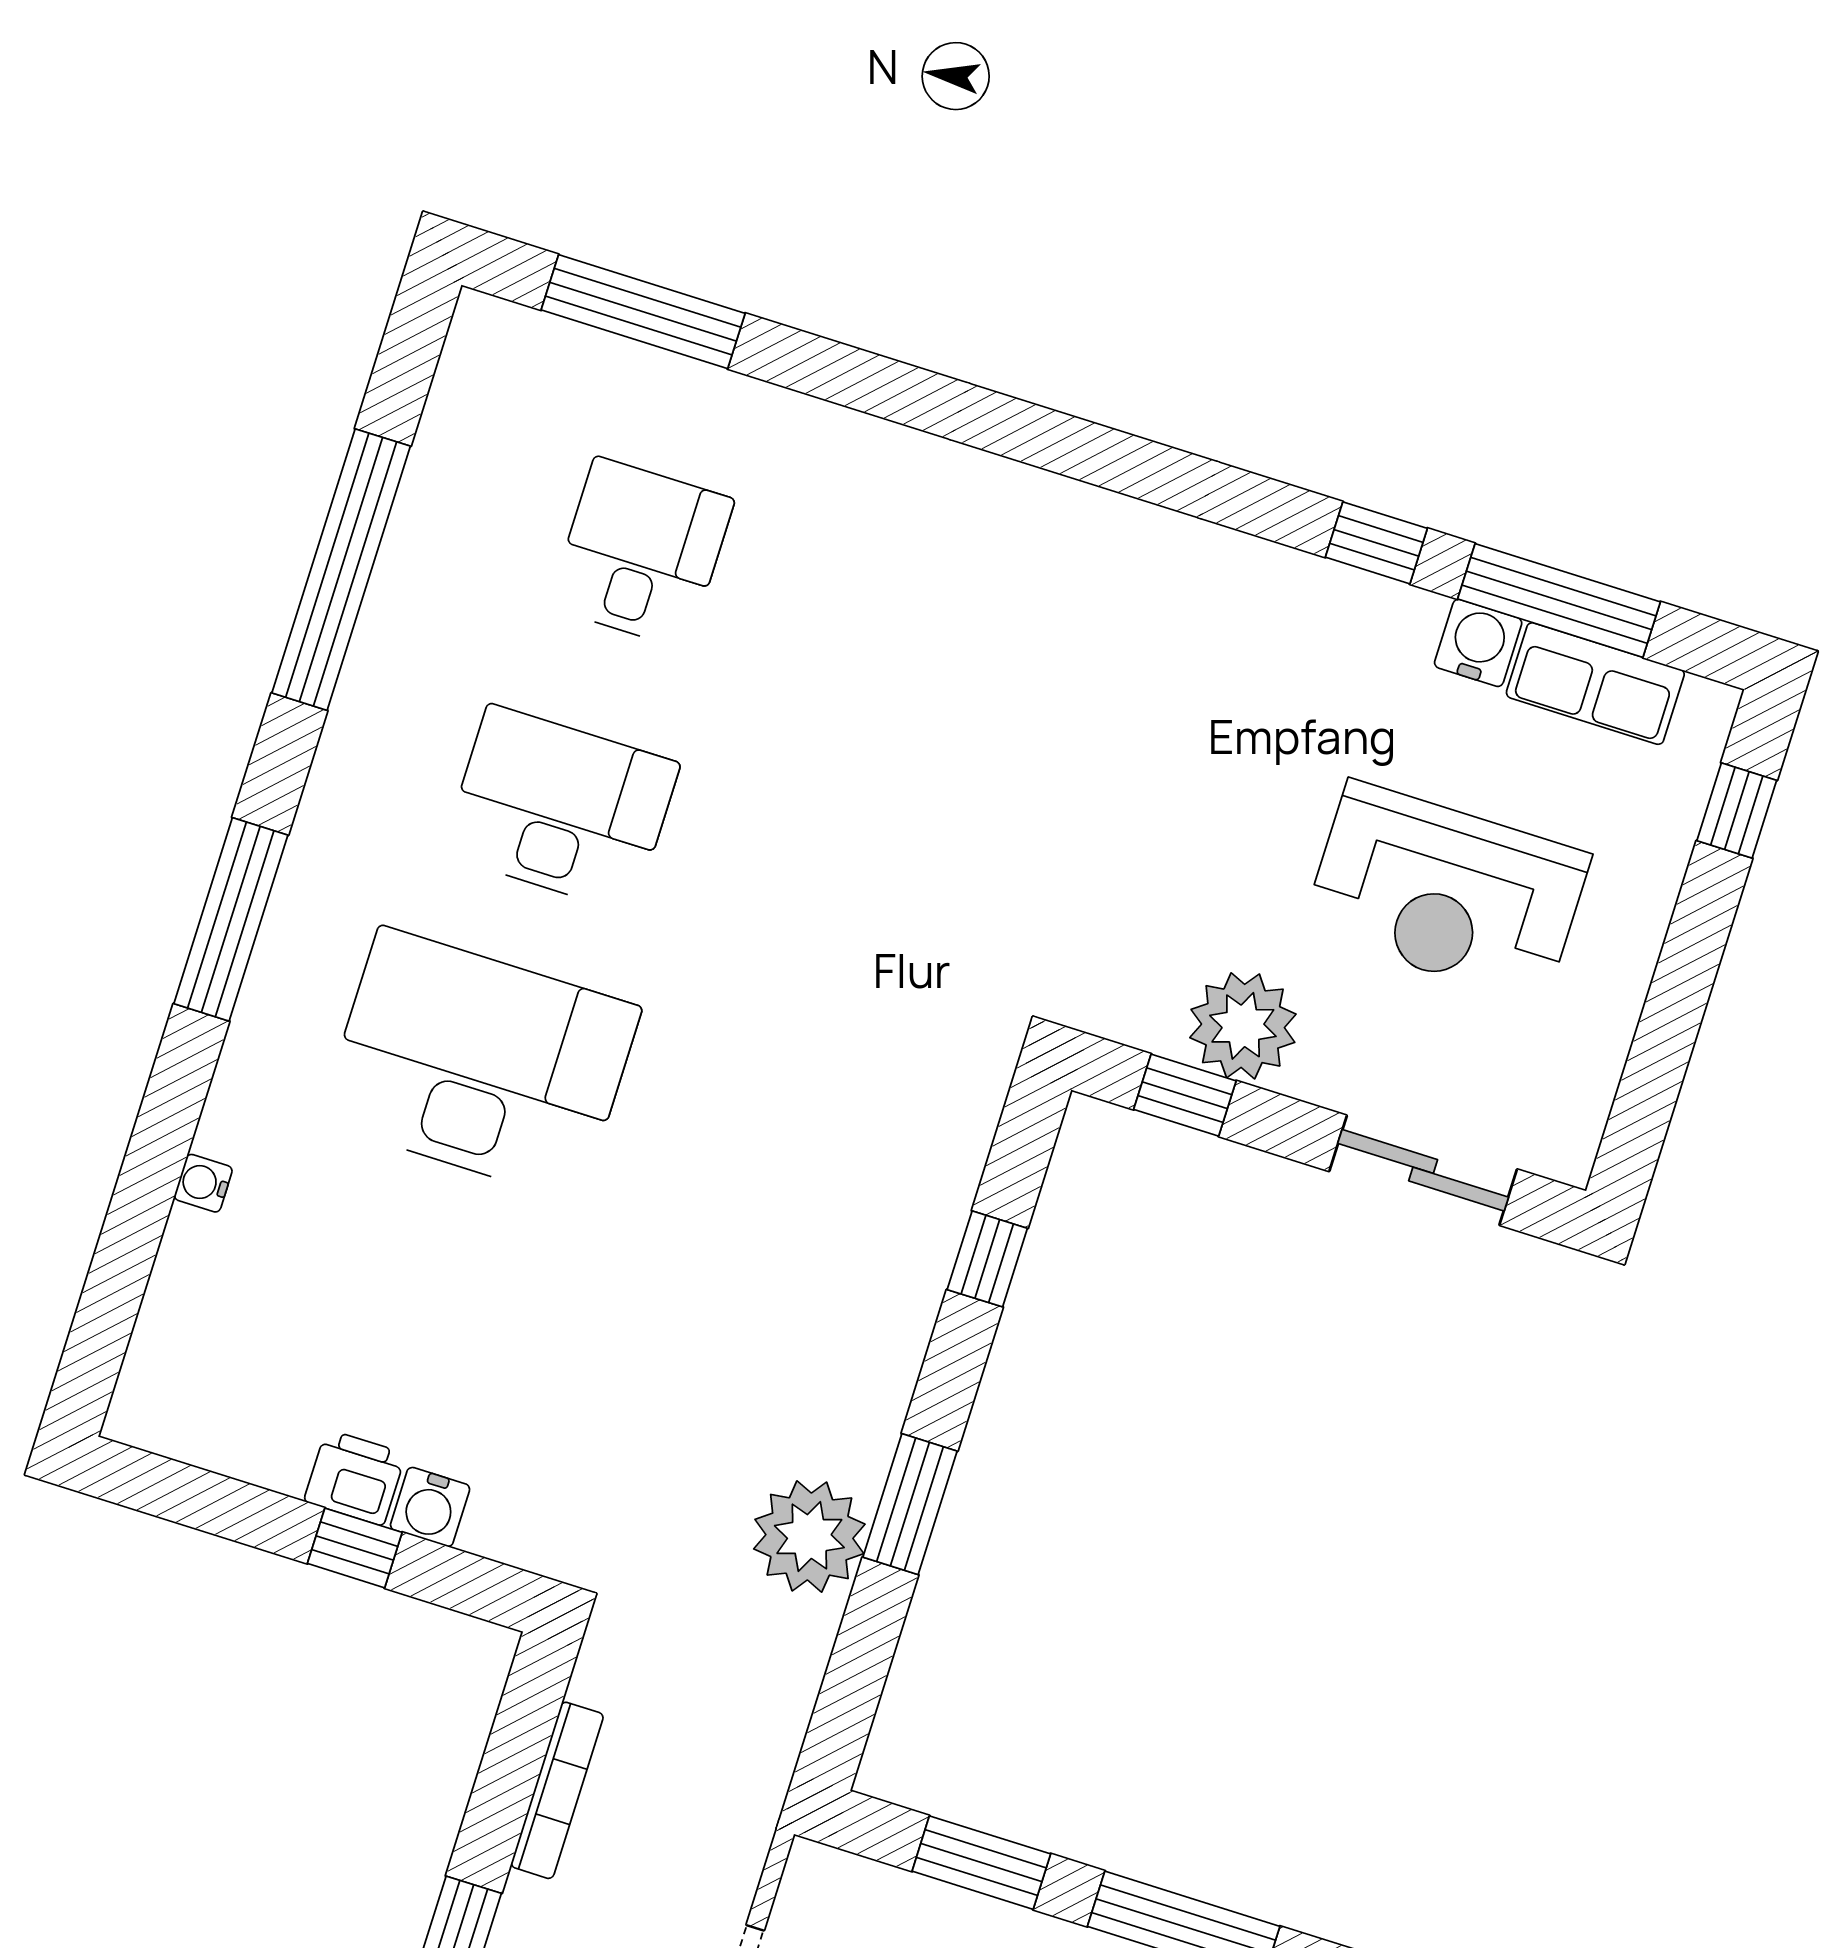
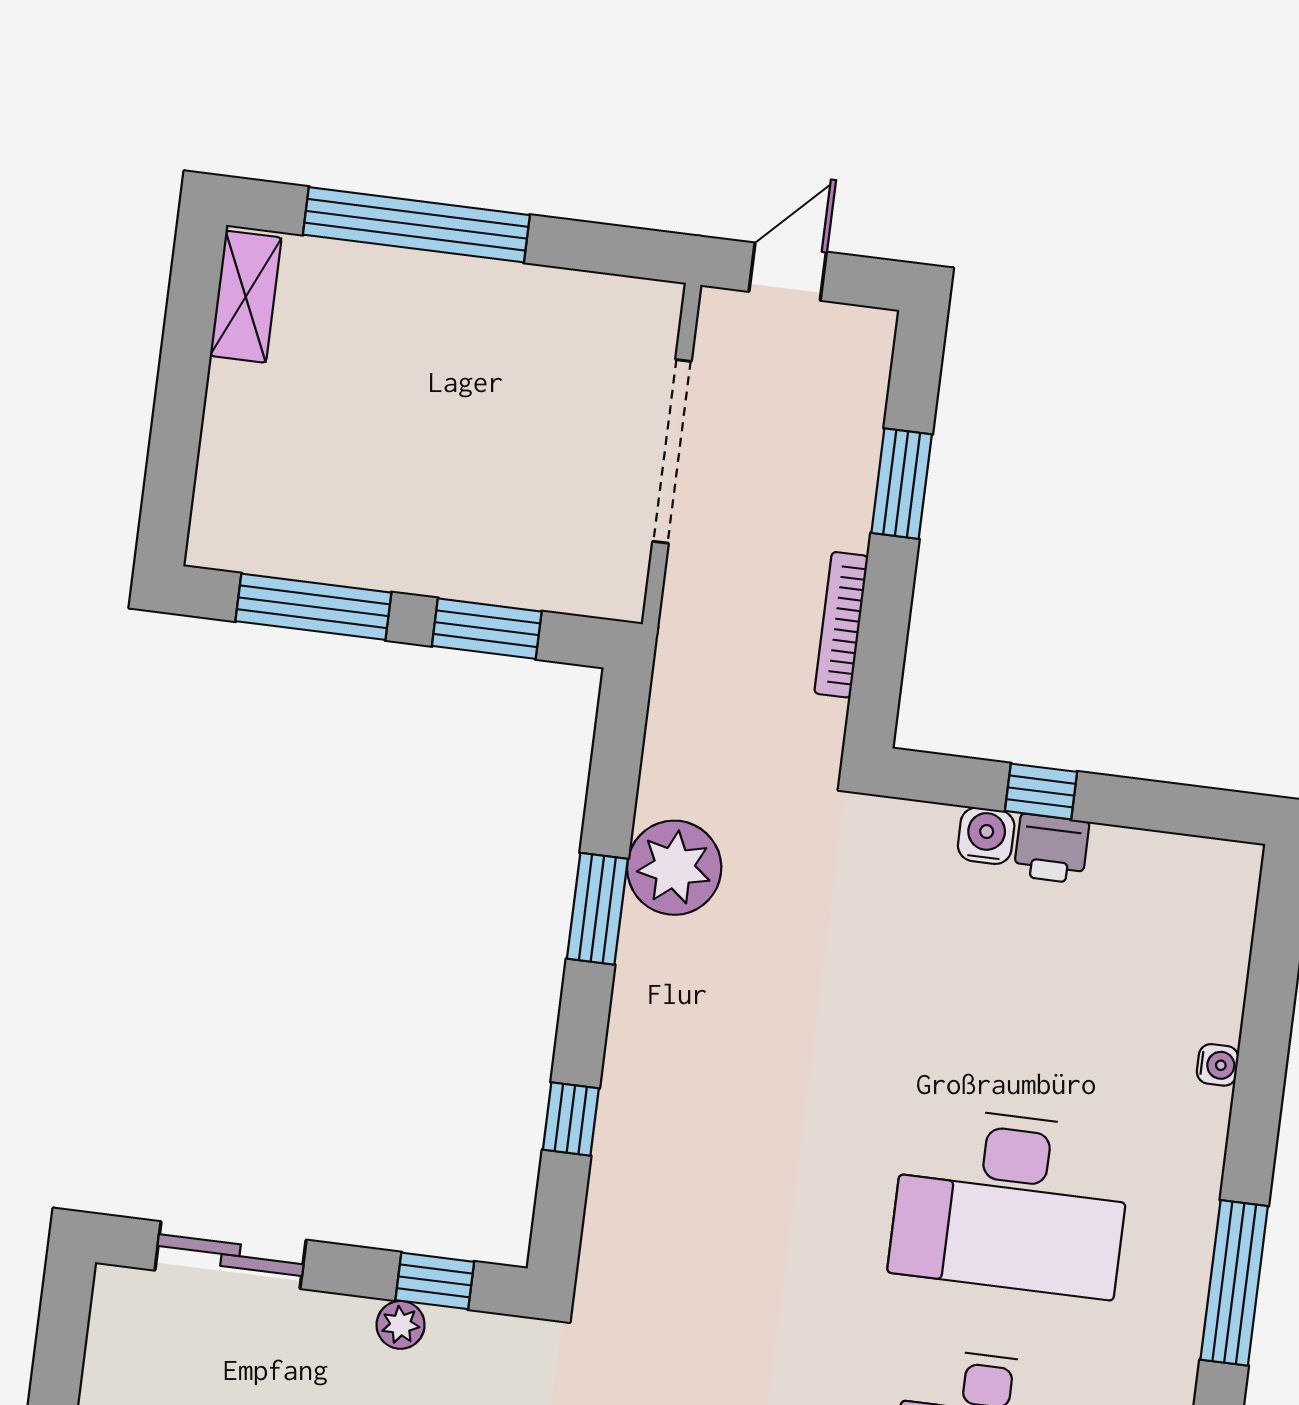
plant: (1243, 1026) -> (401, 1325), width x0.53, depth x0.53

